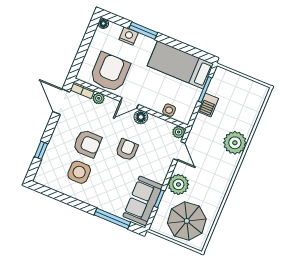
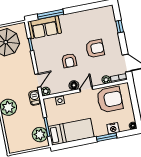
armchair: (110, 72) -> (110, 100), turned -90
barbecue: (208, 105) -> (35, 98), moved
armchair: (87, 144) -> (95, 49), turned 180
door: (179, 151) -> (38, 81), swing flipped
side table: (79, 172) -> (88, 28), removed
plant: (178, 184) -> (40, 135), moved
sofa: (143, 201) -> (44, 27), moved, turned 90

